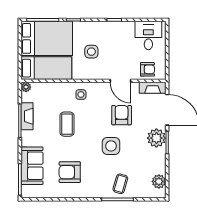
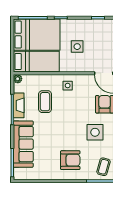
coffee table: (67, 124) -> (45, 102), moved
sofa: (32, 166) -> (23, 144), width x1.36
armchair: (70, 172) -> (70, 160), moved, turned 180

